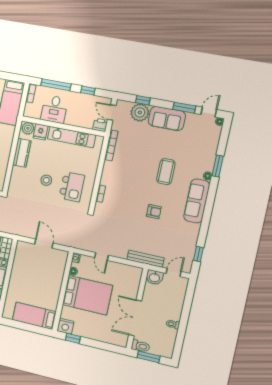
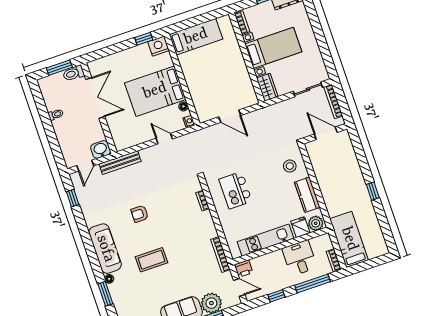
coffee table: (166, 172) -> (151, 260), turned 90
stool: (46, 180) -> (290, 166), moved

